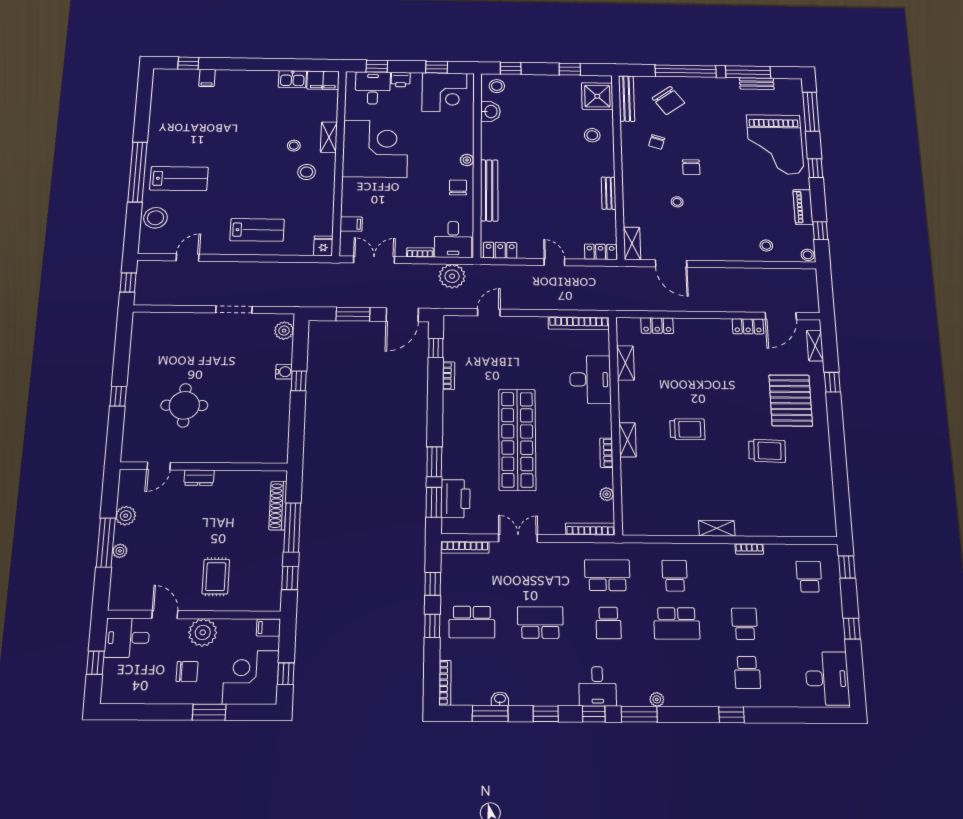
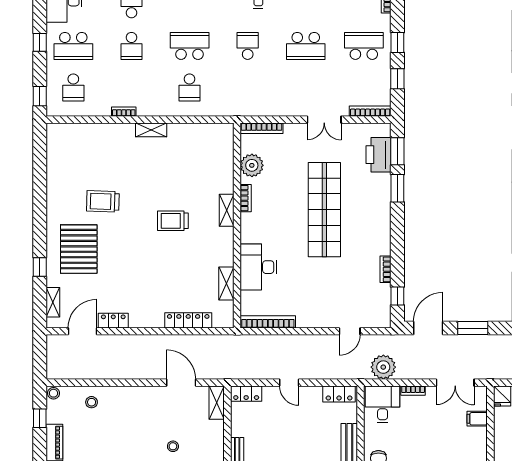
locker: (657, 326) -> (188, 320), width x1.53
plant: (607, 494) -> (252, 165), width x1.88, depth x1.88
school desk: (607, 575) -> (73, 46), moved

